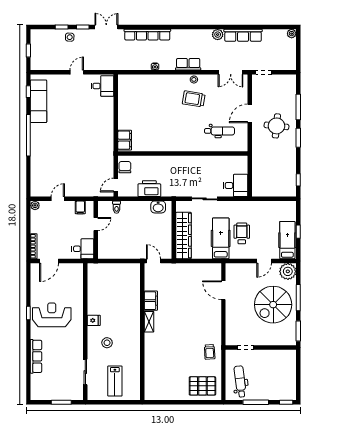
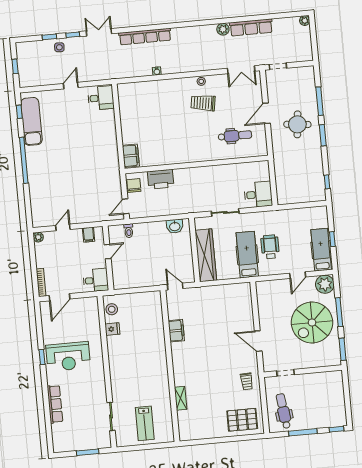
row of seats: (188, 64) -> (193, 65), removed
printer: (149, 189) -> (161, 179), moved, turned 180
door: (223, 290) -> (258, 341), moved
reception desk: (52, 315) -> (68, 357), turned 180
fridge: (94, 320) -> (112, 329), moved
shelving: (149, 322) -> (181, 398), moved
stool: (107, 343) -> (112, 309), moved

